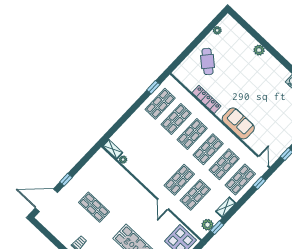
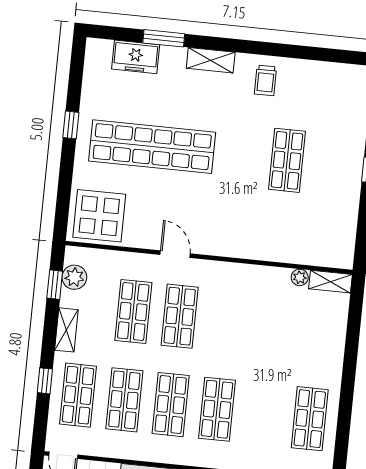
window: (153, 87) -> (342, 438), removed
shop shelf: (176, 119) -> (263, 414), removed
window: (259, 183) -> (45, 381), moved
shop shelf: (94, 207) -> (287, 160), turned 90

